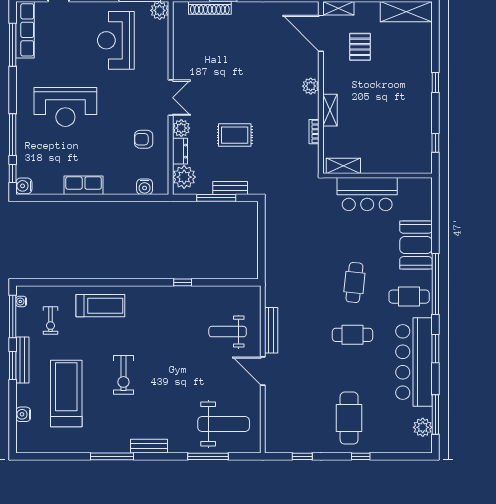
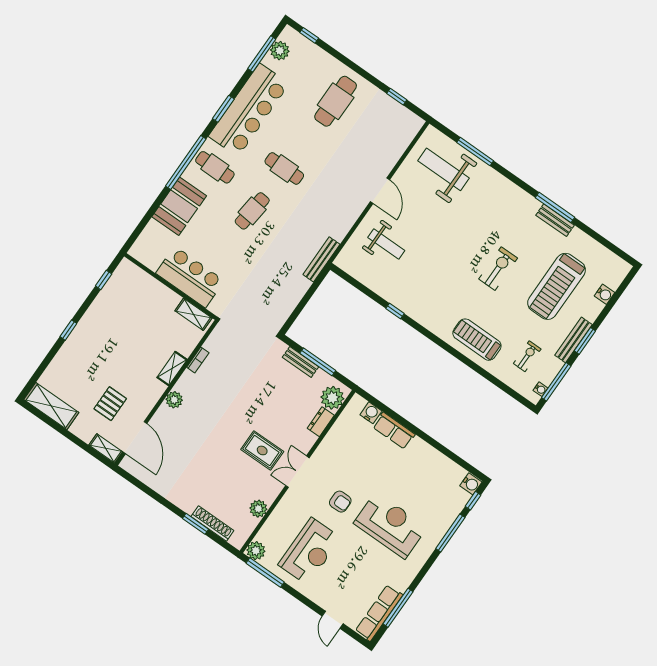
plant: (181, 128) -> (258, 509), moved
rug: (235, 135) -> (262, 450), moved
armchair: (144, 139) -> (340, 502), moved
row of seats: (84, 185) -> (394, 431), moved
bench: (271, 330) -> (321, 259), moved
bench: (149, 446) -> (555, 220), moved
window: (361, 456) -> (309, 35), moved

